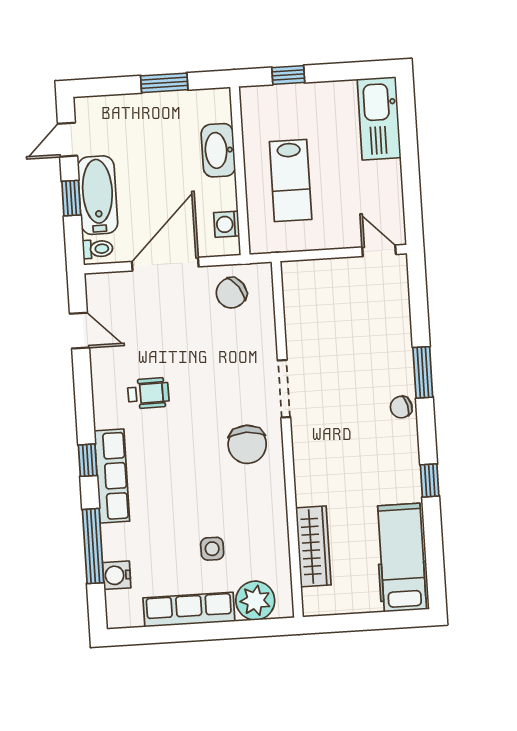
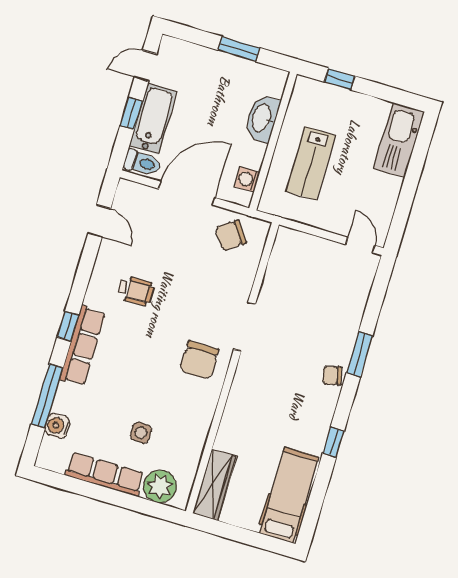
toilet: (98, 249) -> (142, 163), width x1.37, depth x1.39
wardrobe: (313, 546) -> (215, 485), moved

